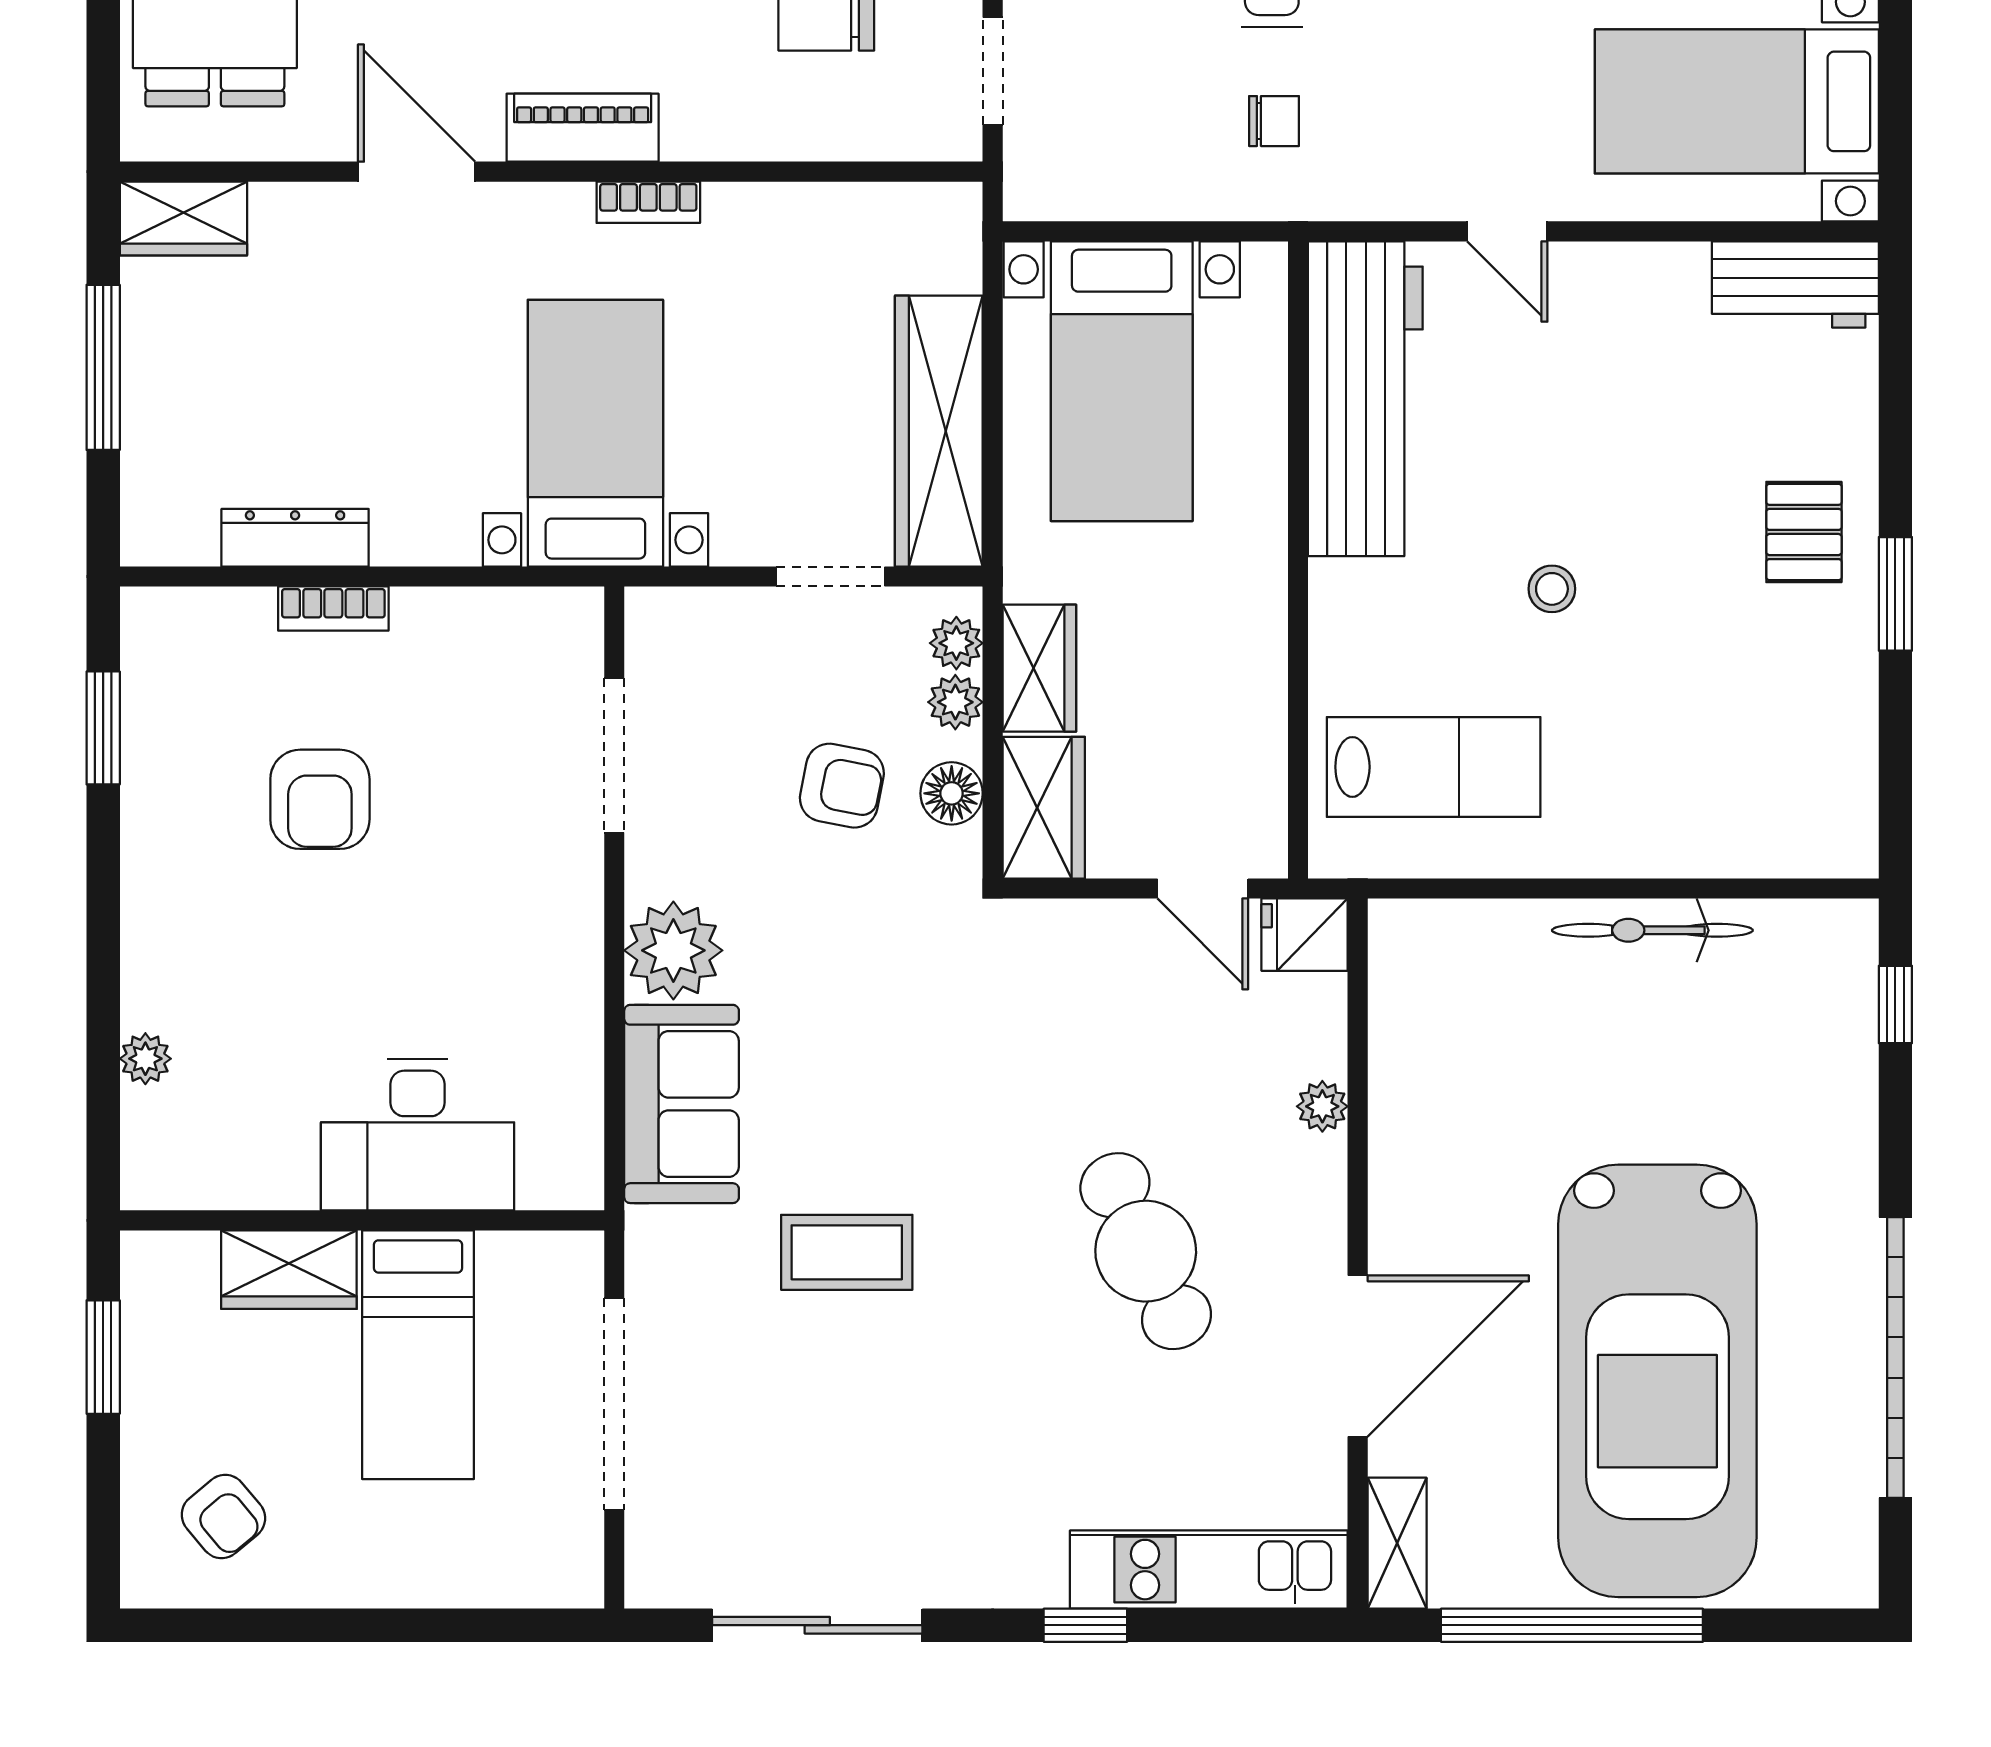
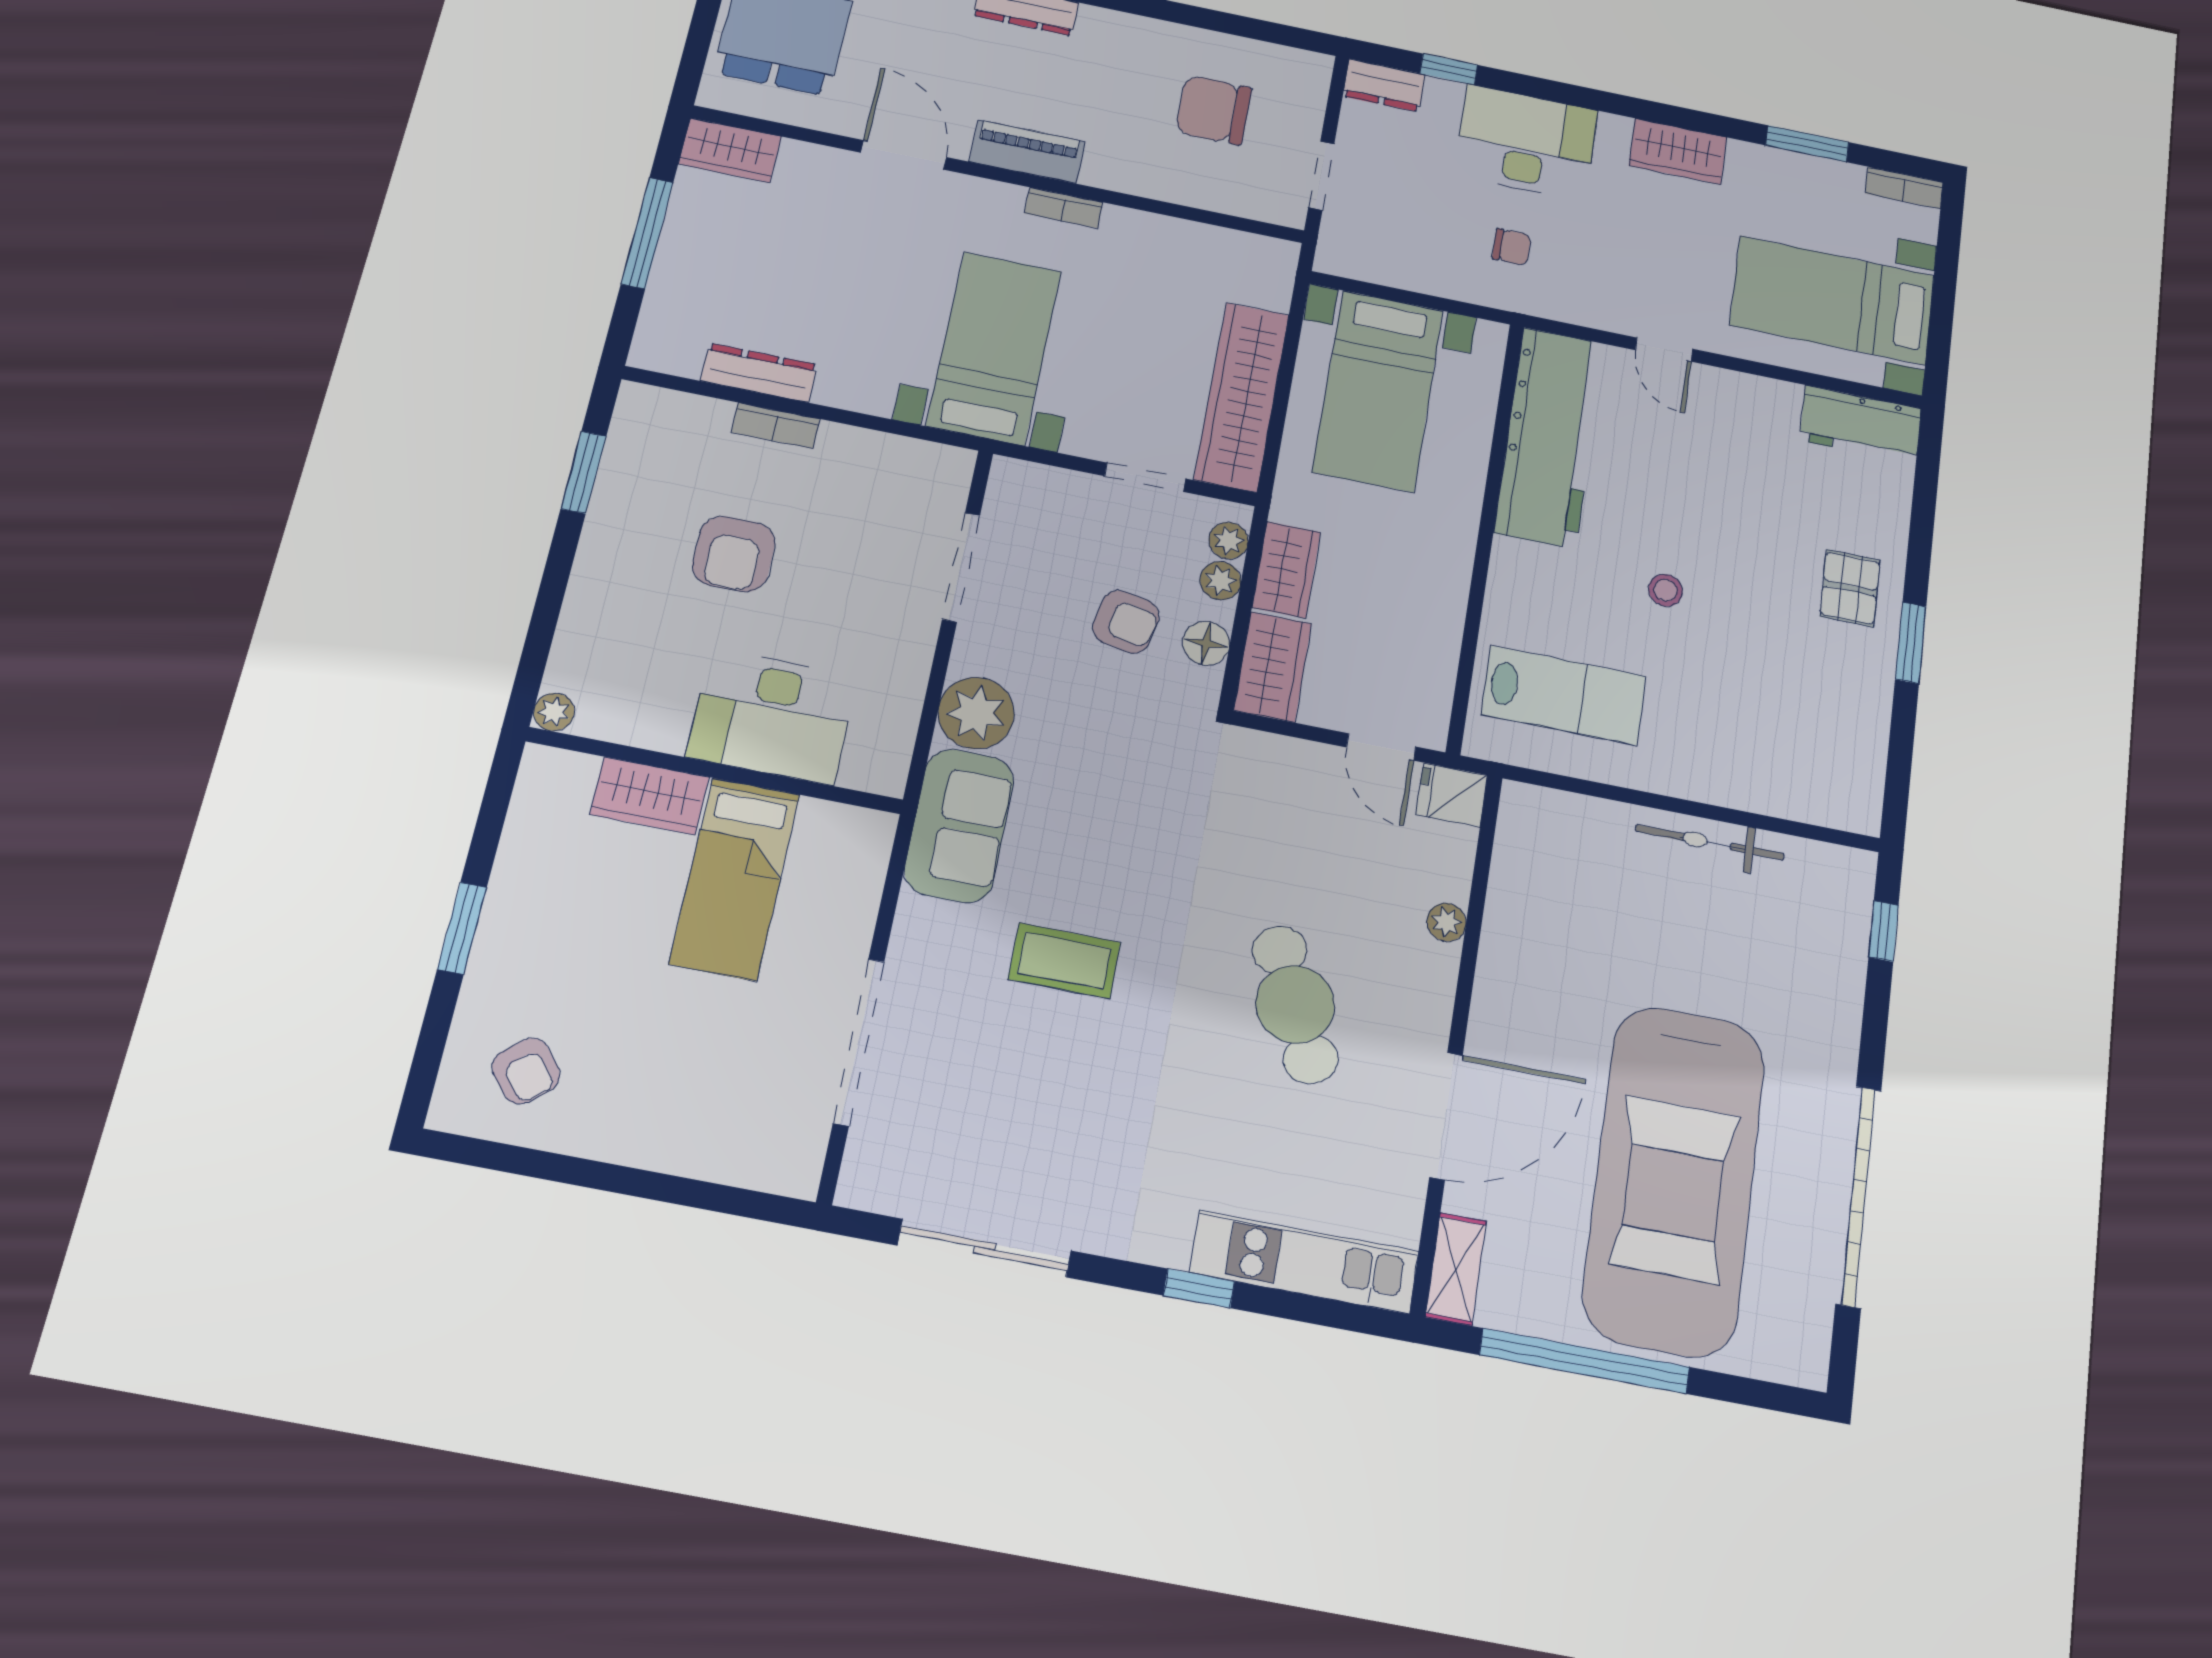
desk: (418, 1134) -> (772, 716), moved
wall: (362, 1220) -> (715, 771), moved
wardrobe: (289, 1270) -> (649, 796), moved
bed: (418, 1355) -> (735, 879), moved

